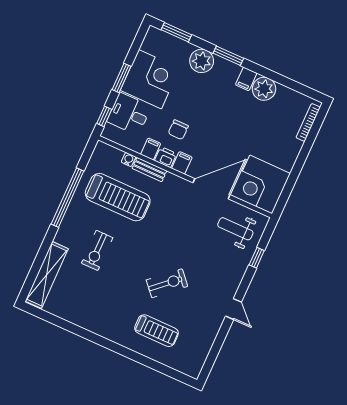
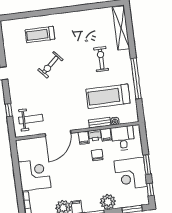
desk: (129, 114) -> (123, 138), moved, turned -90
window: (104, 116) -> (150, 190), moved
corner desk: (261, 184) -> (35, 175), moved

